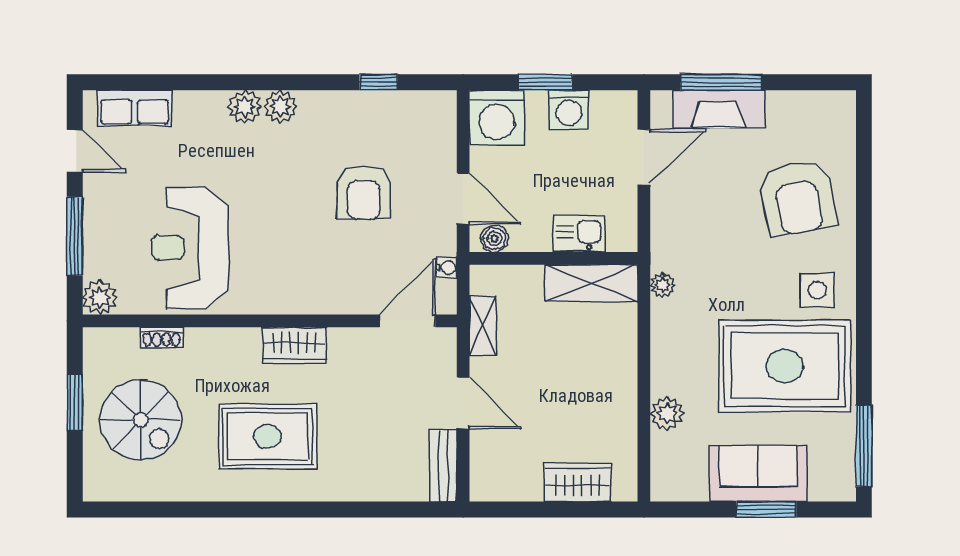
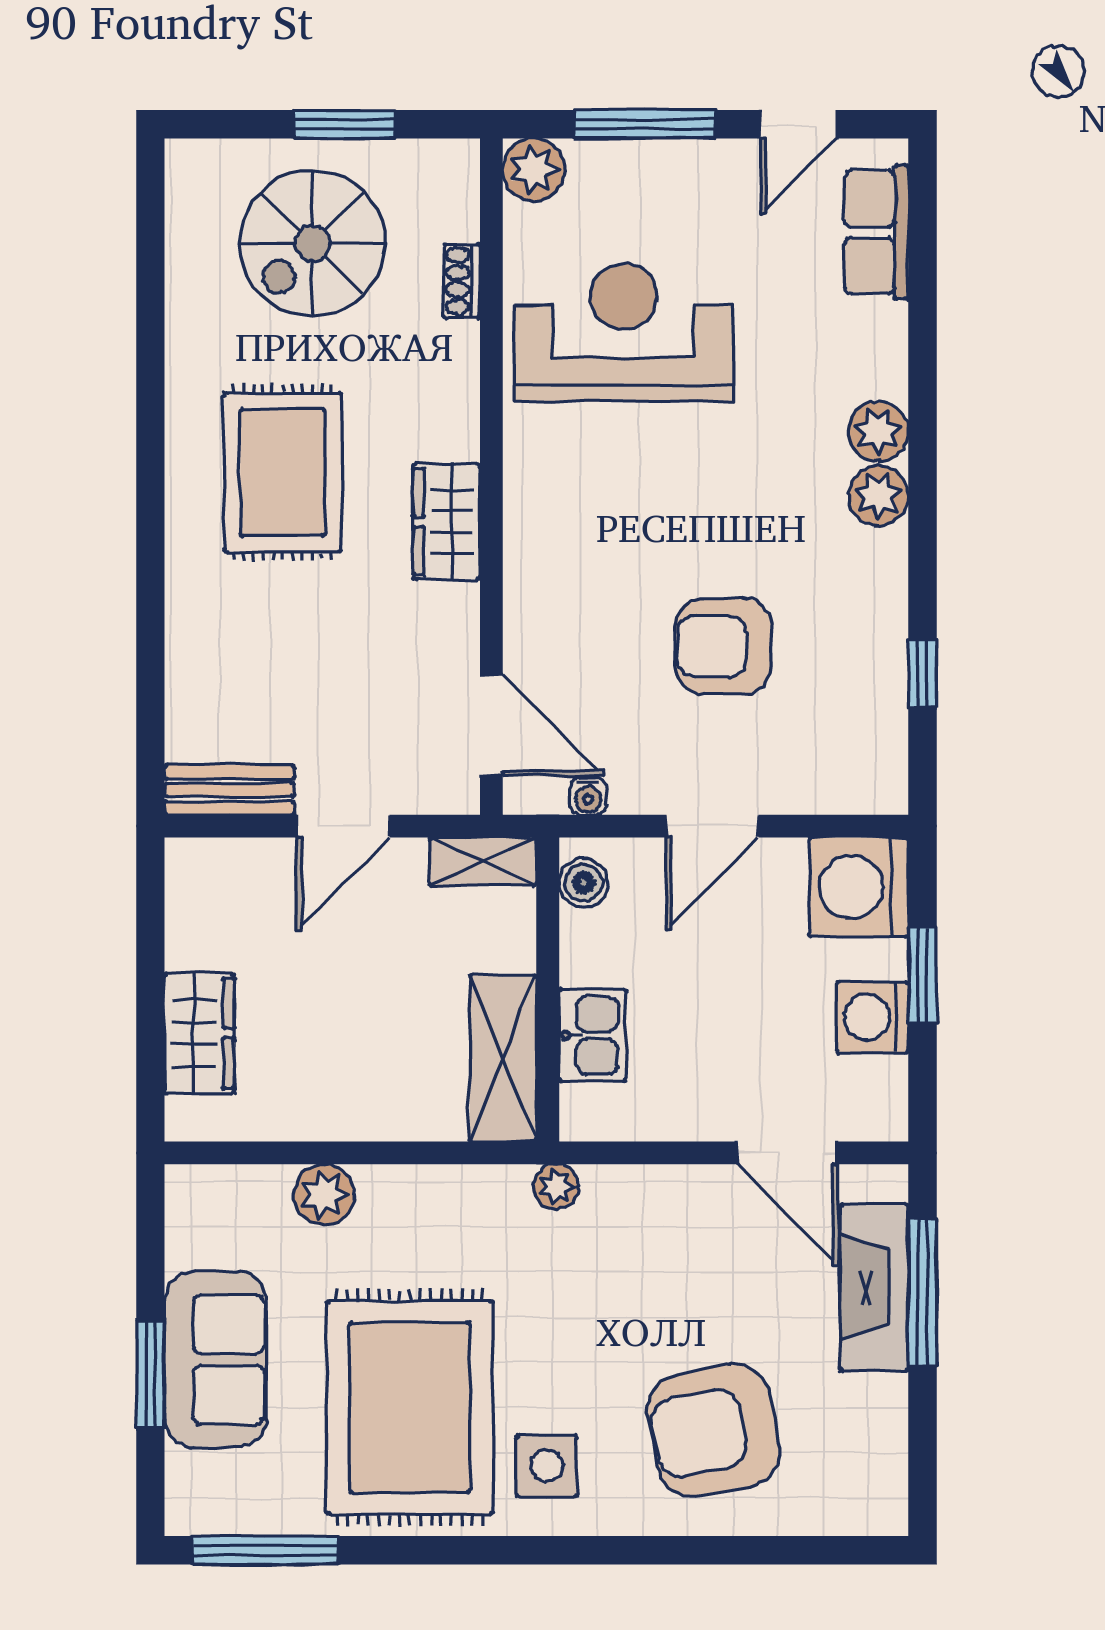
kitchen sink: (579, 234) -> (592, 1035), moved
boiler: (494, 239) -> (583, 883), moved
wall: (554, 258) -> (548, 989), moved
shelving: (592, 283) -> (503, 1058), moved

